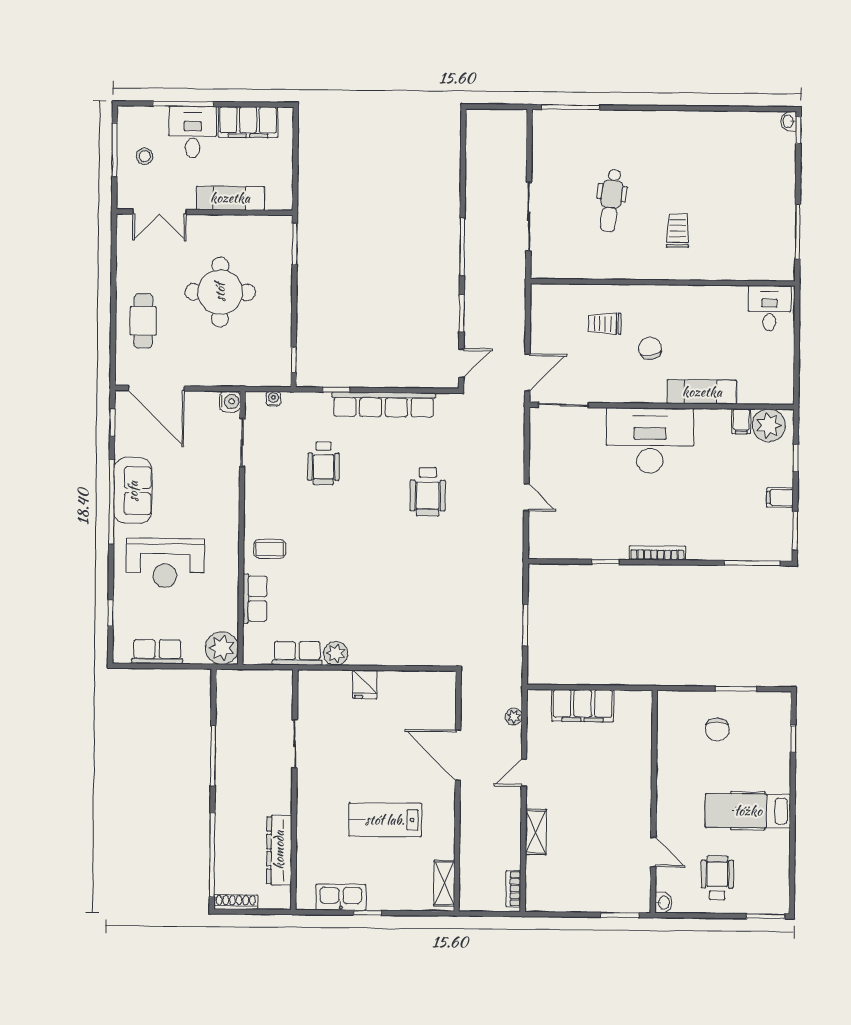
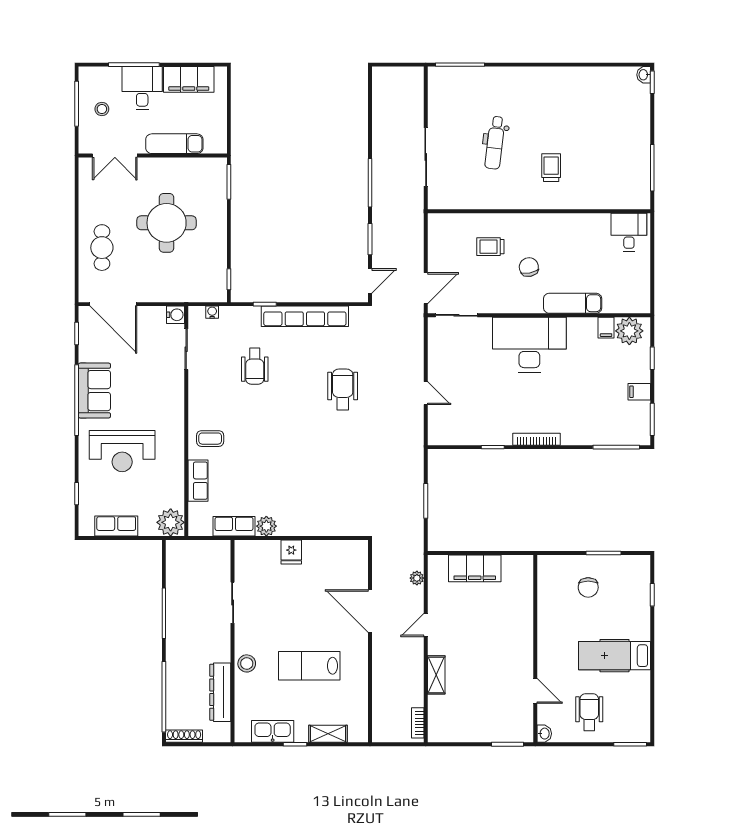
wheelchair: (428, 492) -> (343, 389), turned 180
stool: (311, 816) -> (247, 663), added
shelving: (444, 883) -> (328, 734), moved, turned 90

